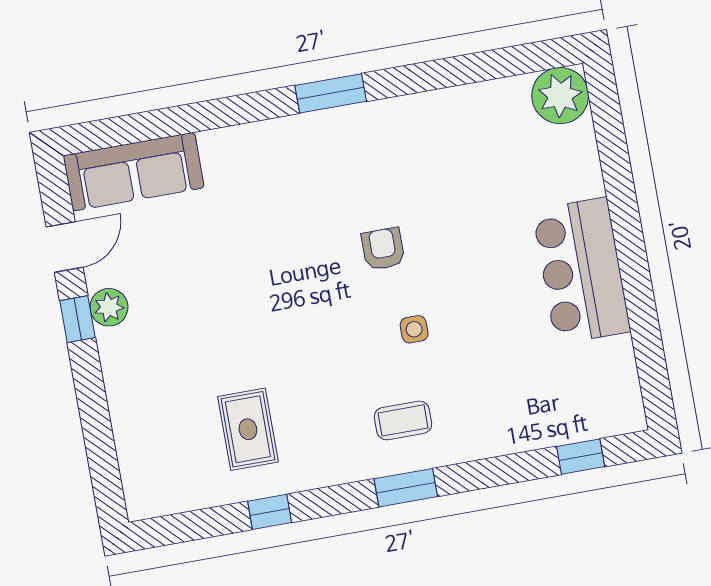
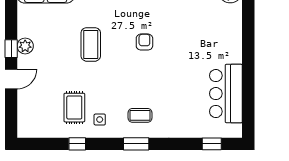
door: (65, 247) -> (11, 79), moved
bar counter: (581, 271) -> (226, 94), moved
coffee table: (260, 277) -> (91, 44), added
side table: (414, 329) -> (100, 120), moved

